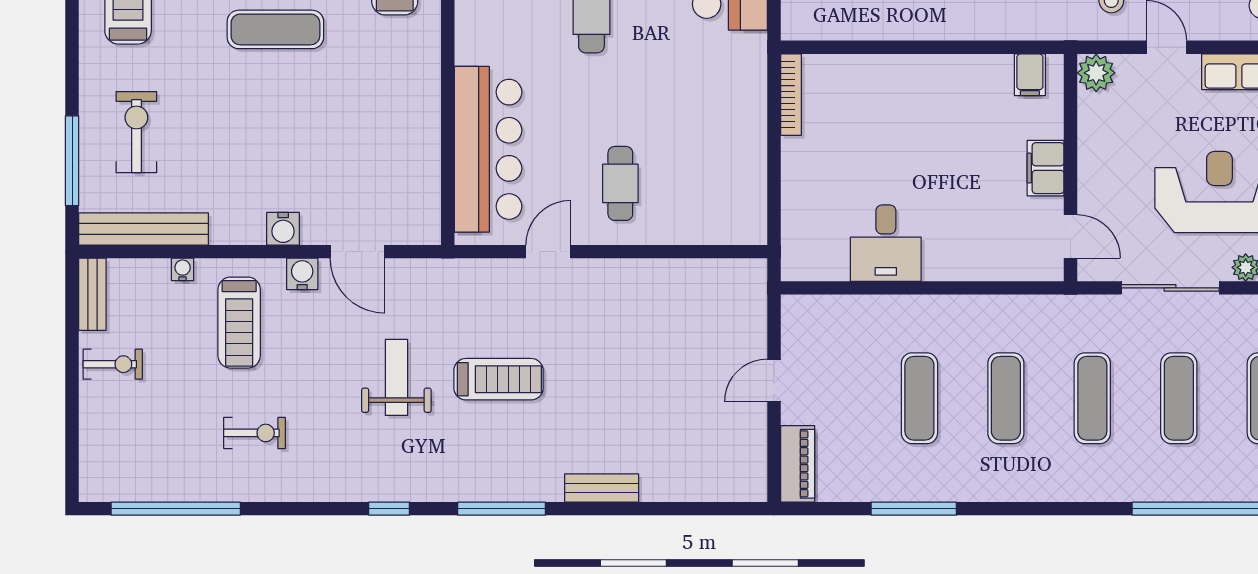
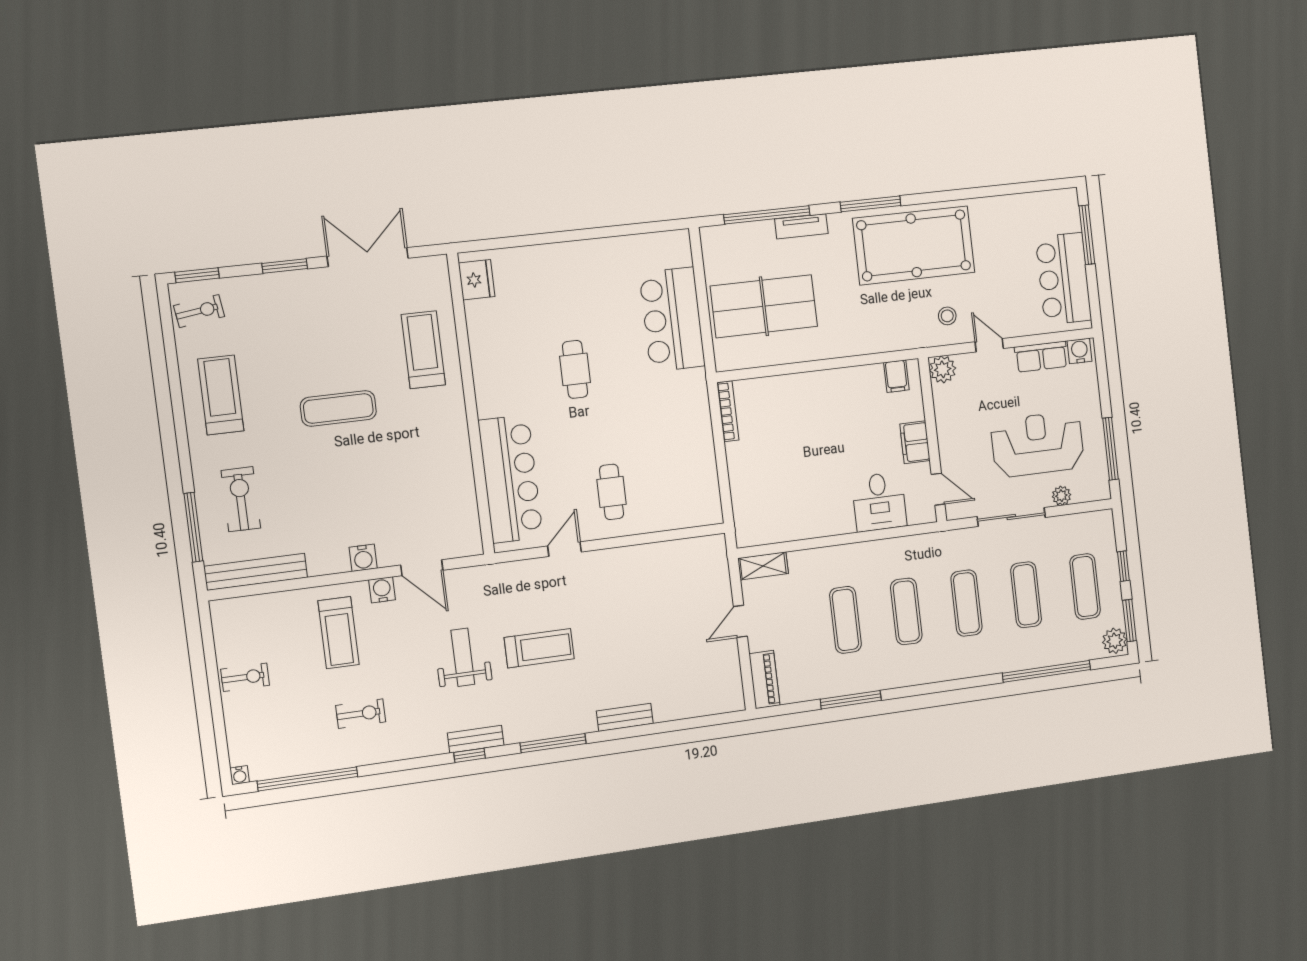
desk: (886, 243) -> (879, 502), moved
water cooler: (183, 269) -> (240, 775), moved, turned 180
bench: (92, 294) -> (476, 739), moved, turned 90
shelving: (814, 310) -> (763, 566), added

